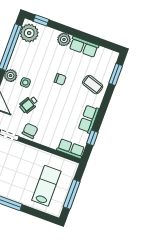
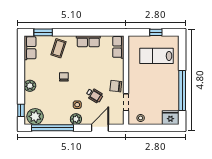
row of seats: (84, 47) -> (30, 48), moved
window: (92, 138) -> (103, 32), removed
window: (72, 194) -> (156, 32), width x0.46

